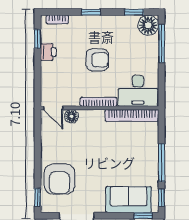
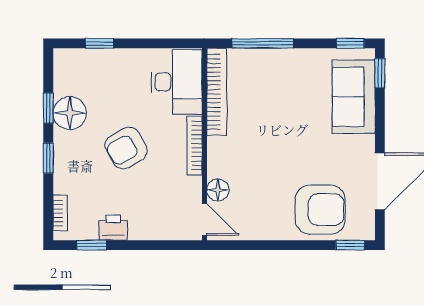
window: (134, 12) -> (48, 108), moved
floor lamp: (148, 25) -> (70, 113), moved
window: (162, 43) -> (99, 43), width x0.46
armchair: (97, 60) -> (126, 148), turned -119
door: (53, 108) -> (204, 220), hinge flipped
window: (162, 163) -> (263, 43), moved

